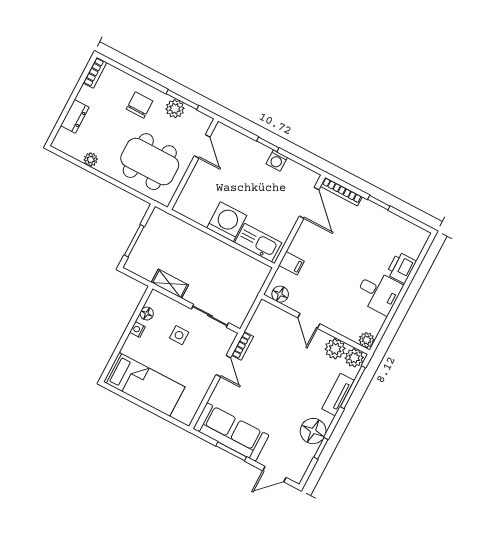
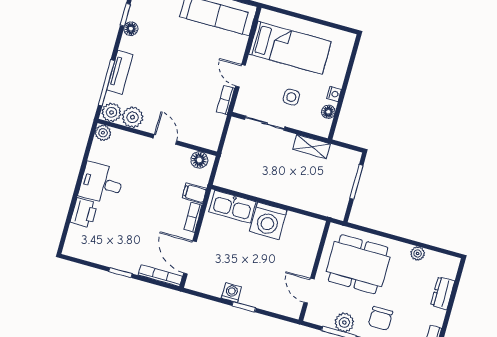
bookcase: (298, 241) -> (193, 217), added
bed: (144, 384) -> (290, 48), moved, turned 180
floor lamp: (313, 431) -> (131, 29), width x0.53, depth x0.53

